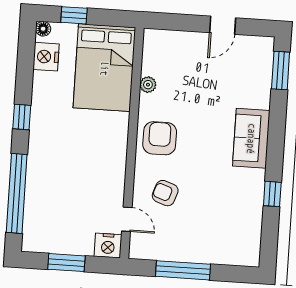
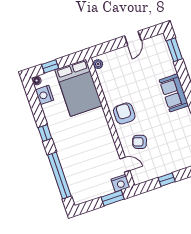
plant: (148, 85) -> (98, 64), moved
window: (66, 263) -> (113, 198), moved
window: (183, 270) -> (167, 180), width x0.46

